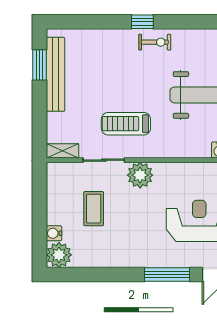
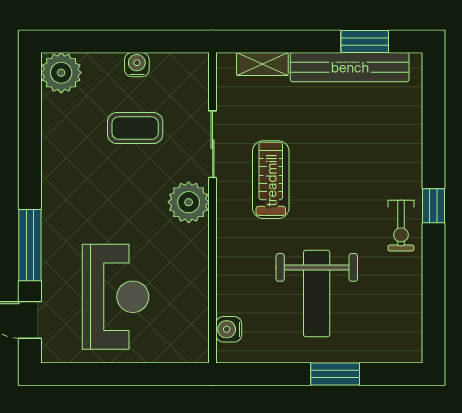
shelving: (62, 151) -> (262, 64), moved, turned 90
water cooler: (54, 233) -> (137, 65), moved

